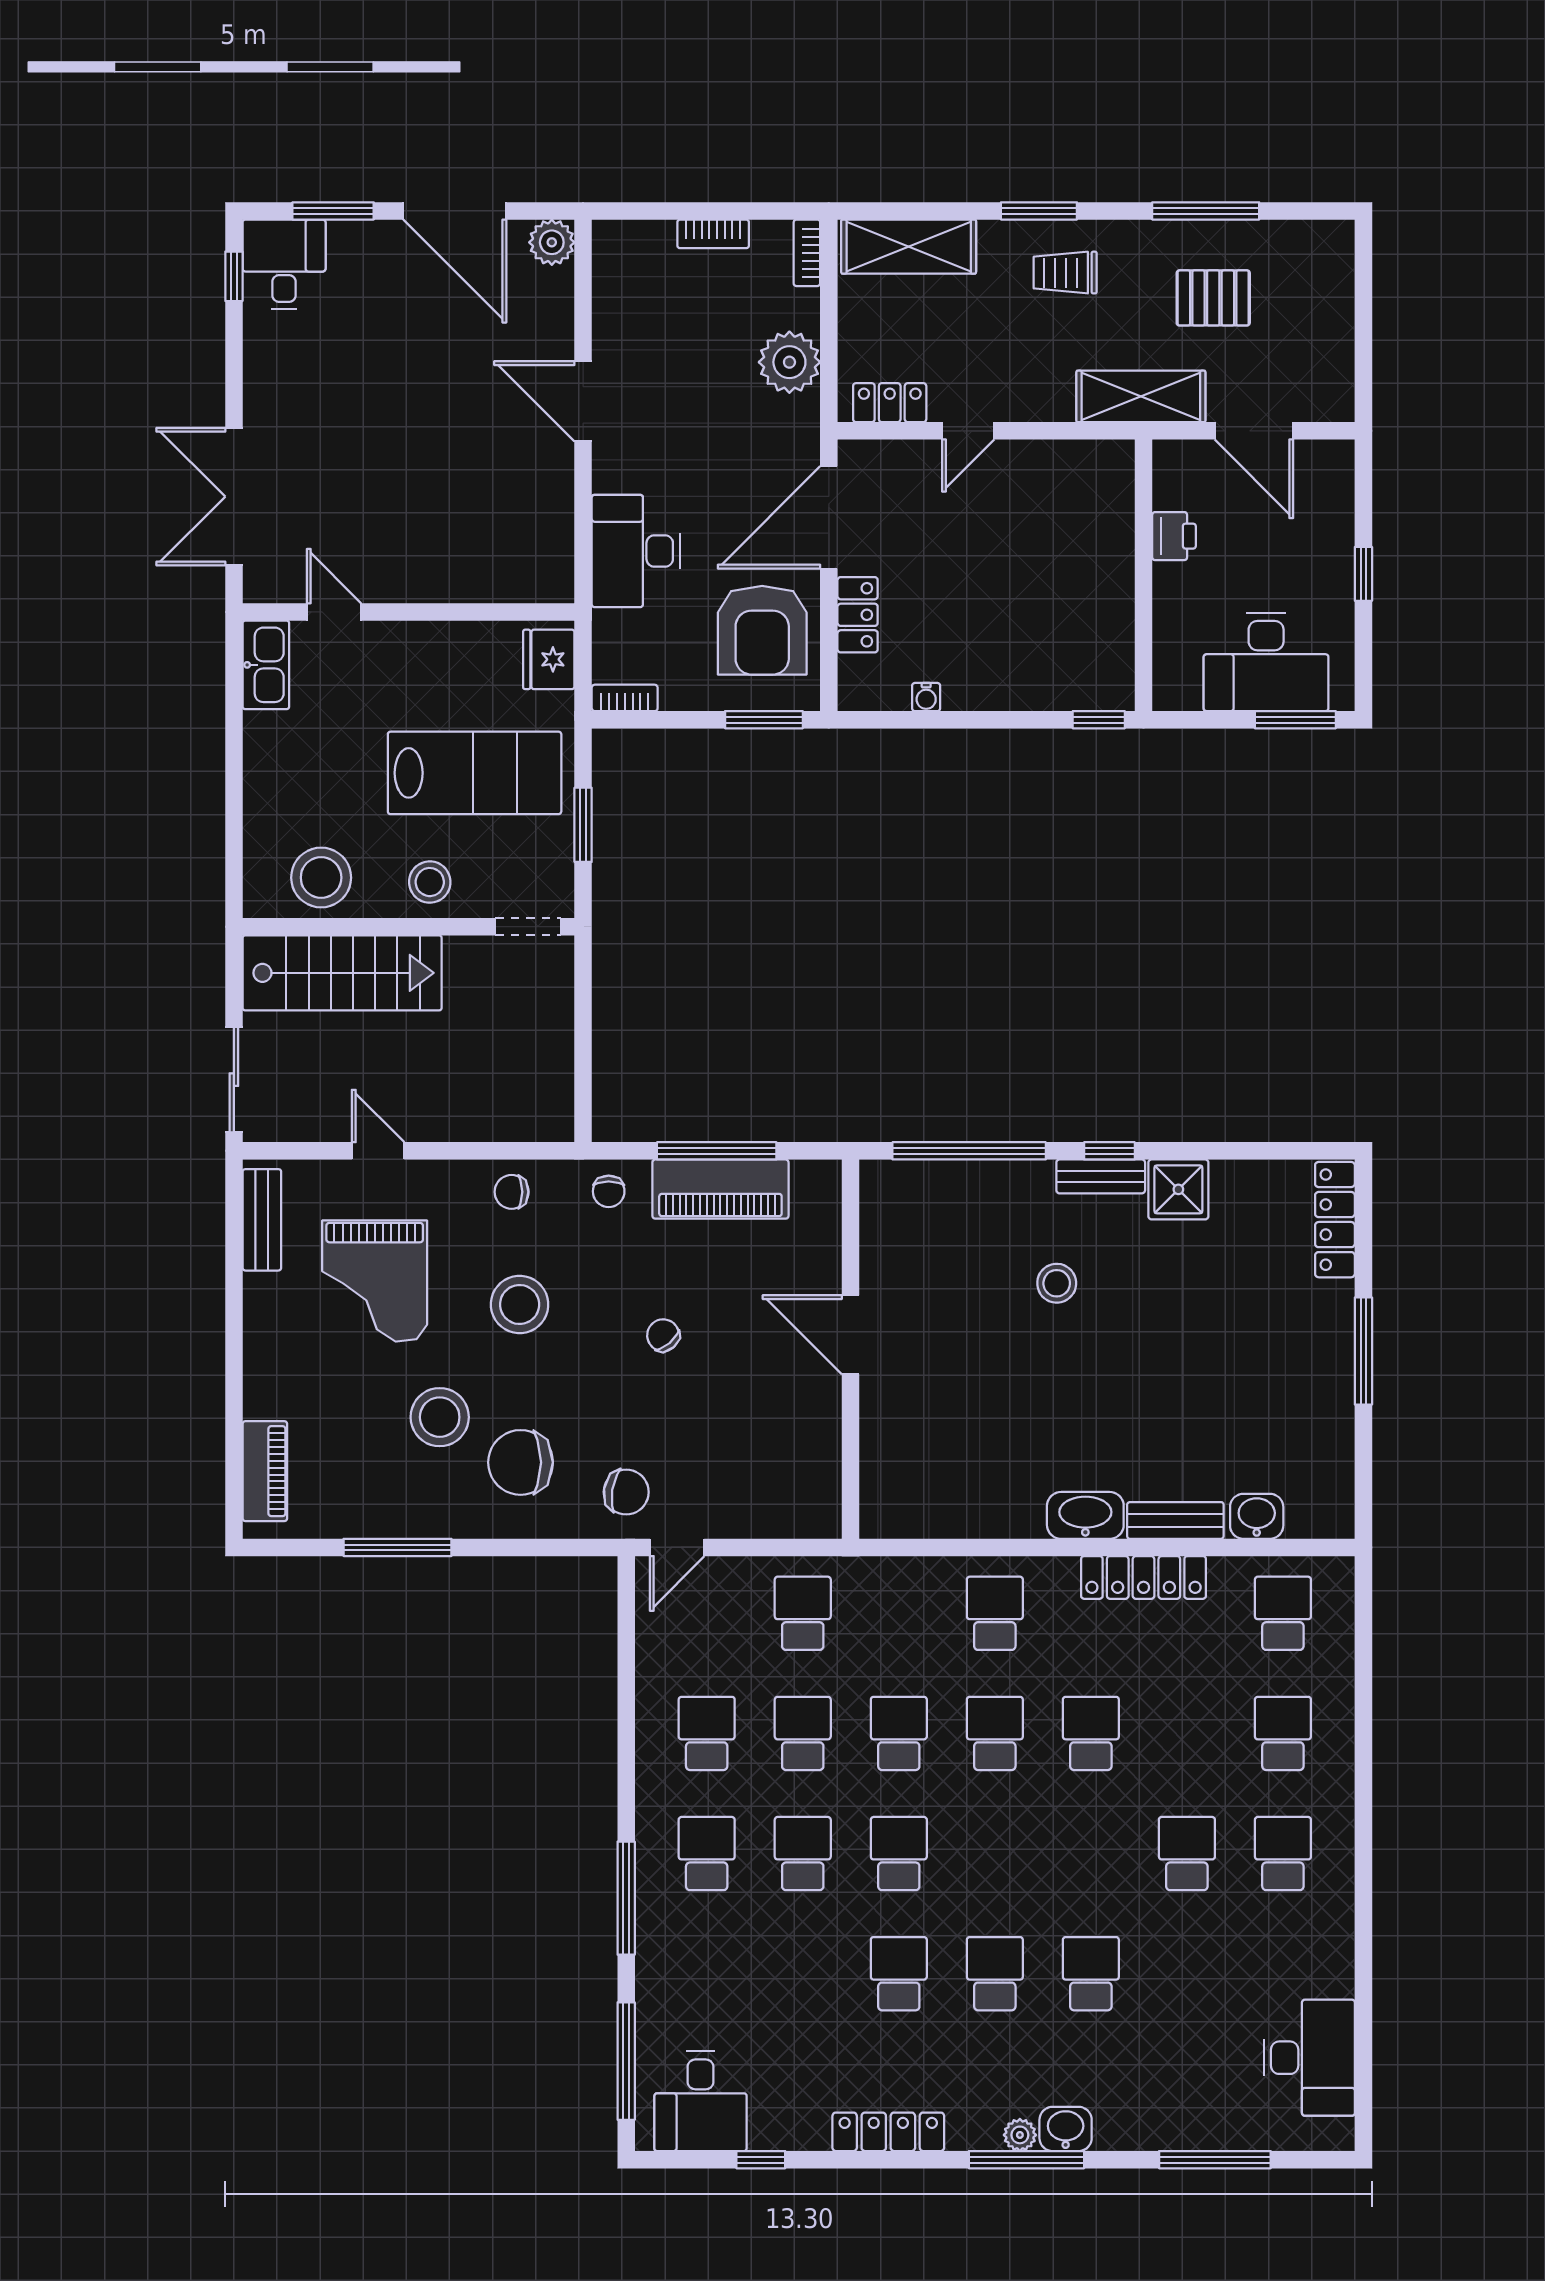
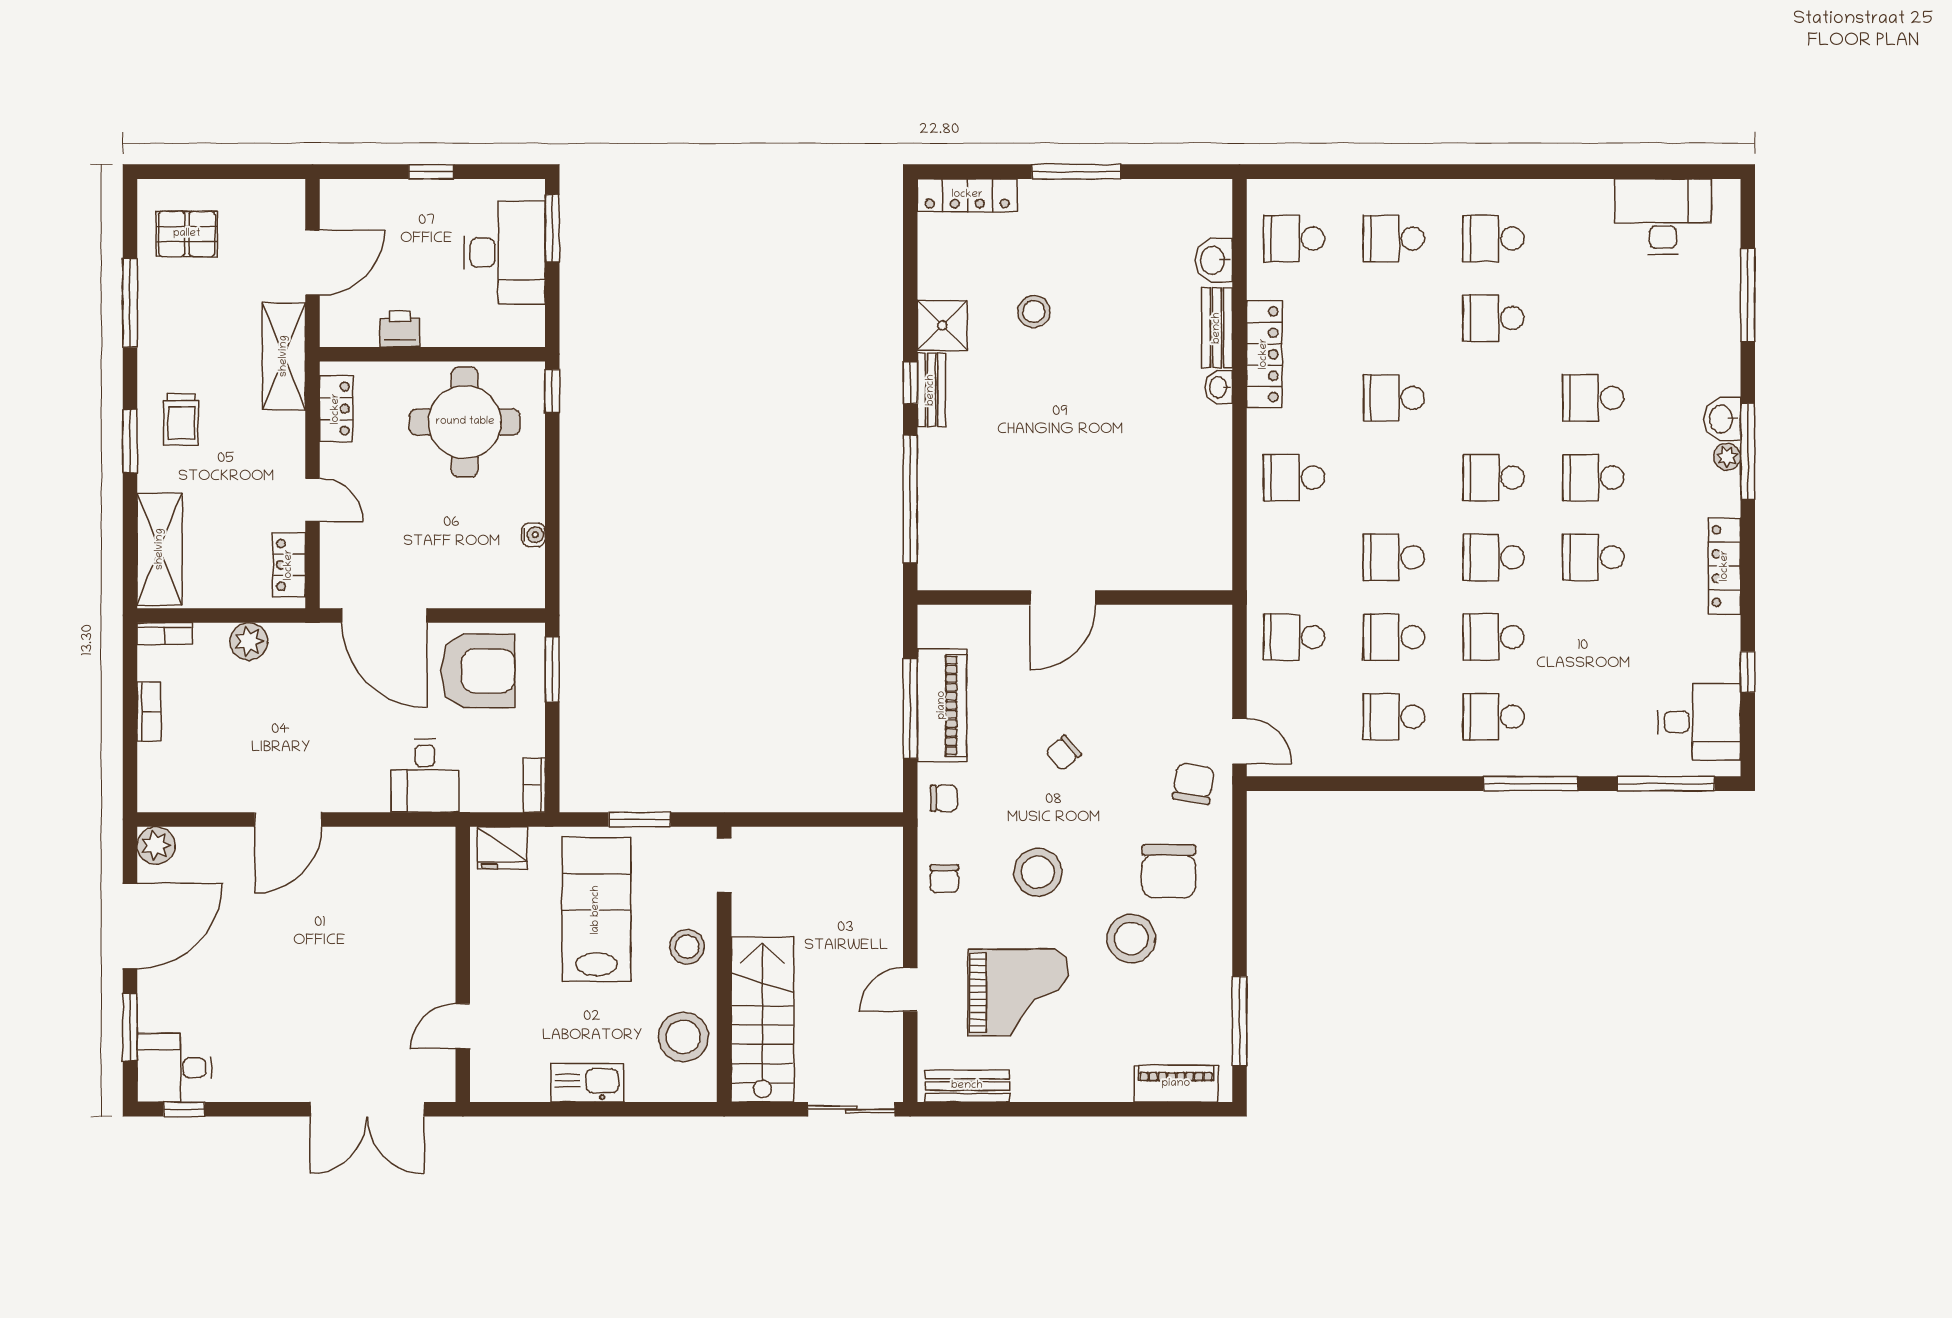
pallet: (1213, 298) -> (187, 234), moved, turned 90
plant: (789, 362) -> (249, 641), width x0.73, depth x0.73
desk: (636, 551) -> (425, 776), width x0.73
round table: (1062, 614) -> (465, 422), added
locker: (858, 615) -> (336, 409), moved, turned 90
kitchen sink: (266, 665) -> (587, 1083), moved
stool: (1057, 1283) -> (1034, 312), moved
washbasin: (1085, 1515) -> (1219, 387), width x0.52, depth x0.69
window: (397, 1547) -> (1239, 1021), moved
school desk: (995, 1733) -> (1494, 478), moved

